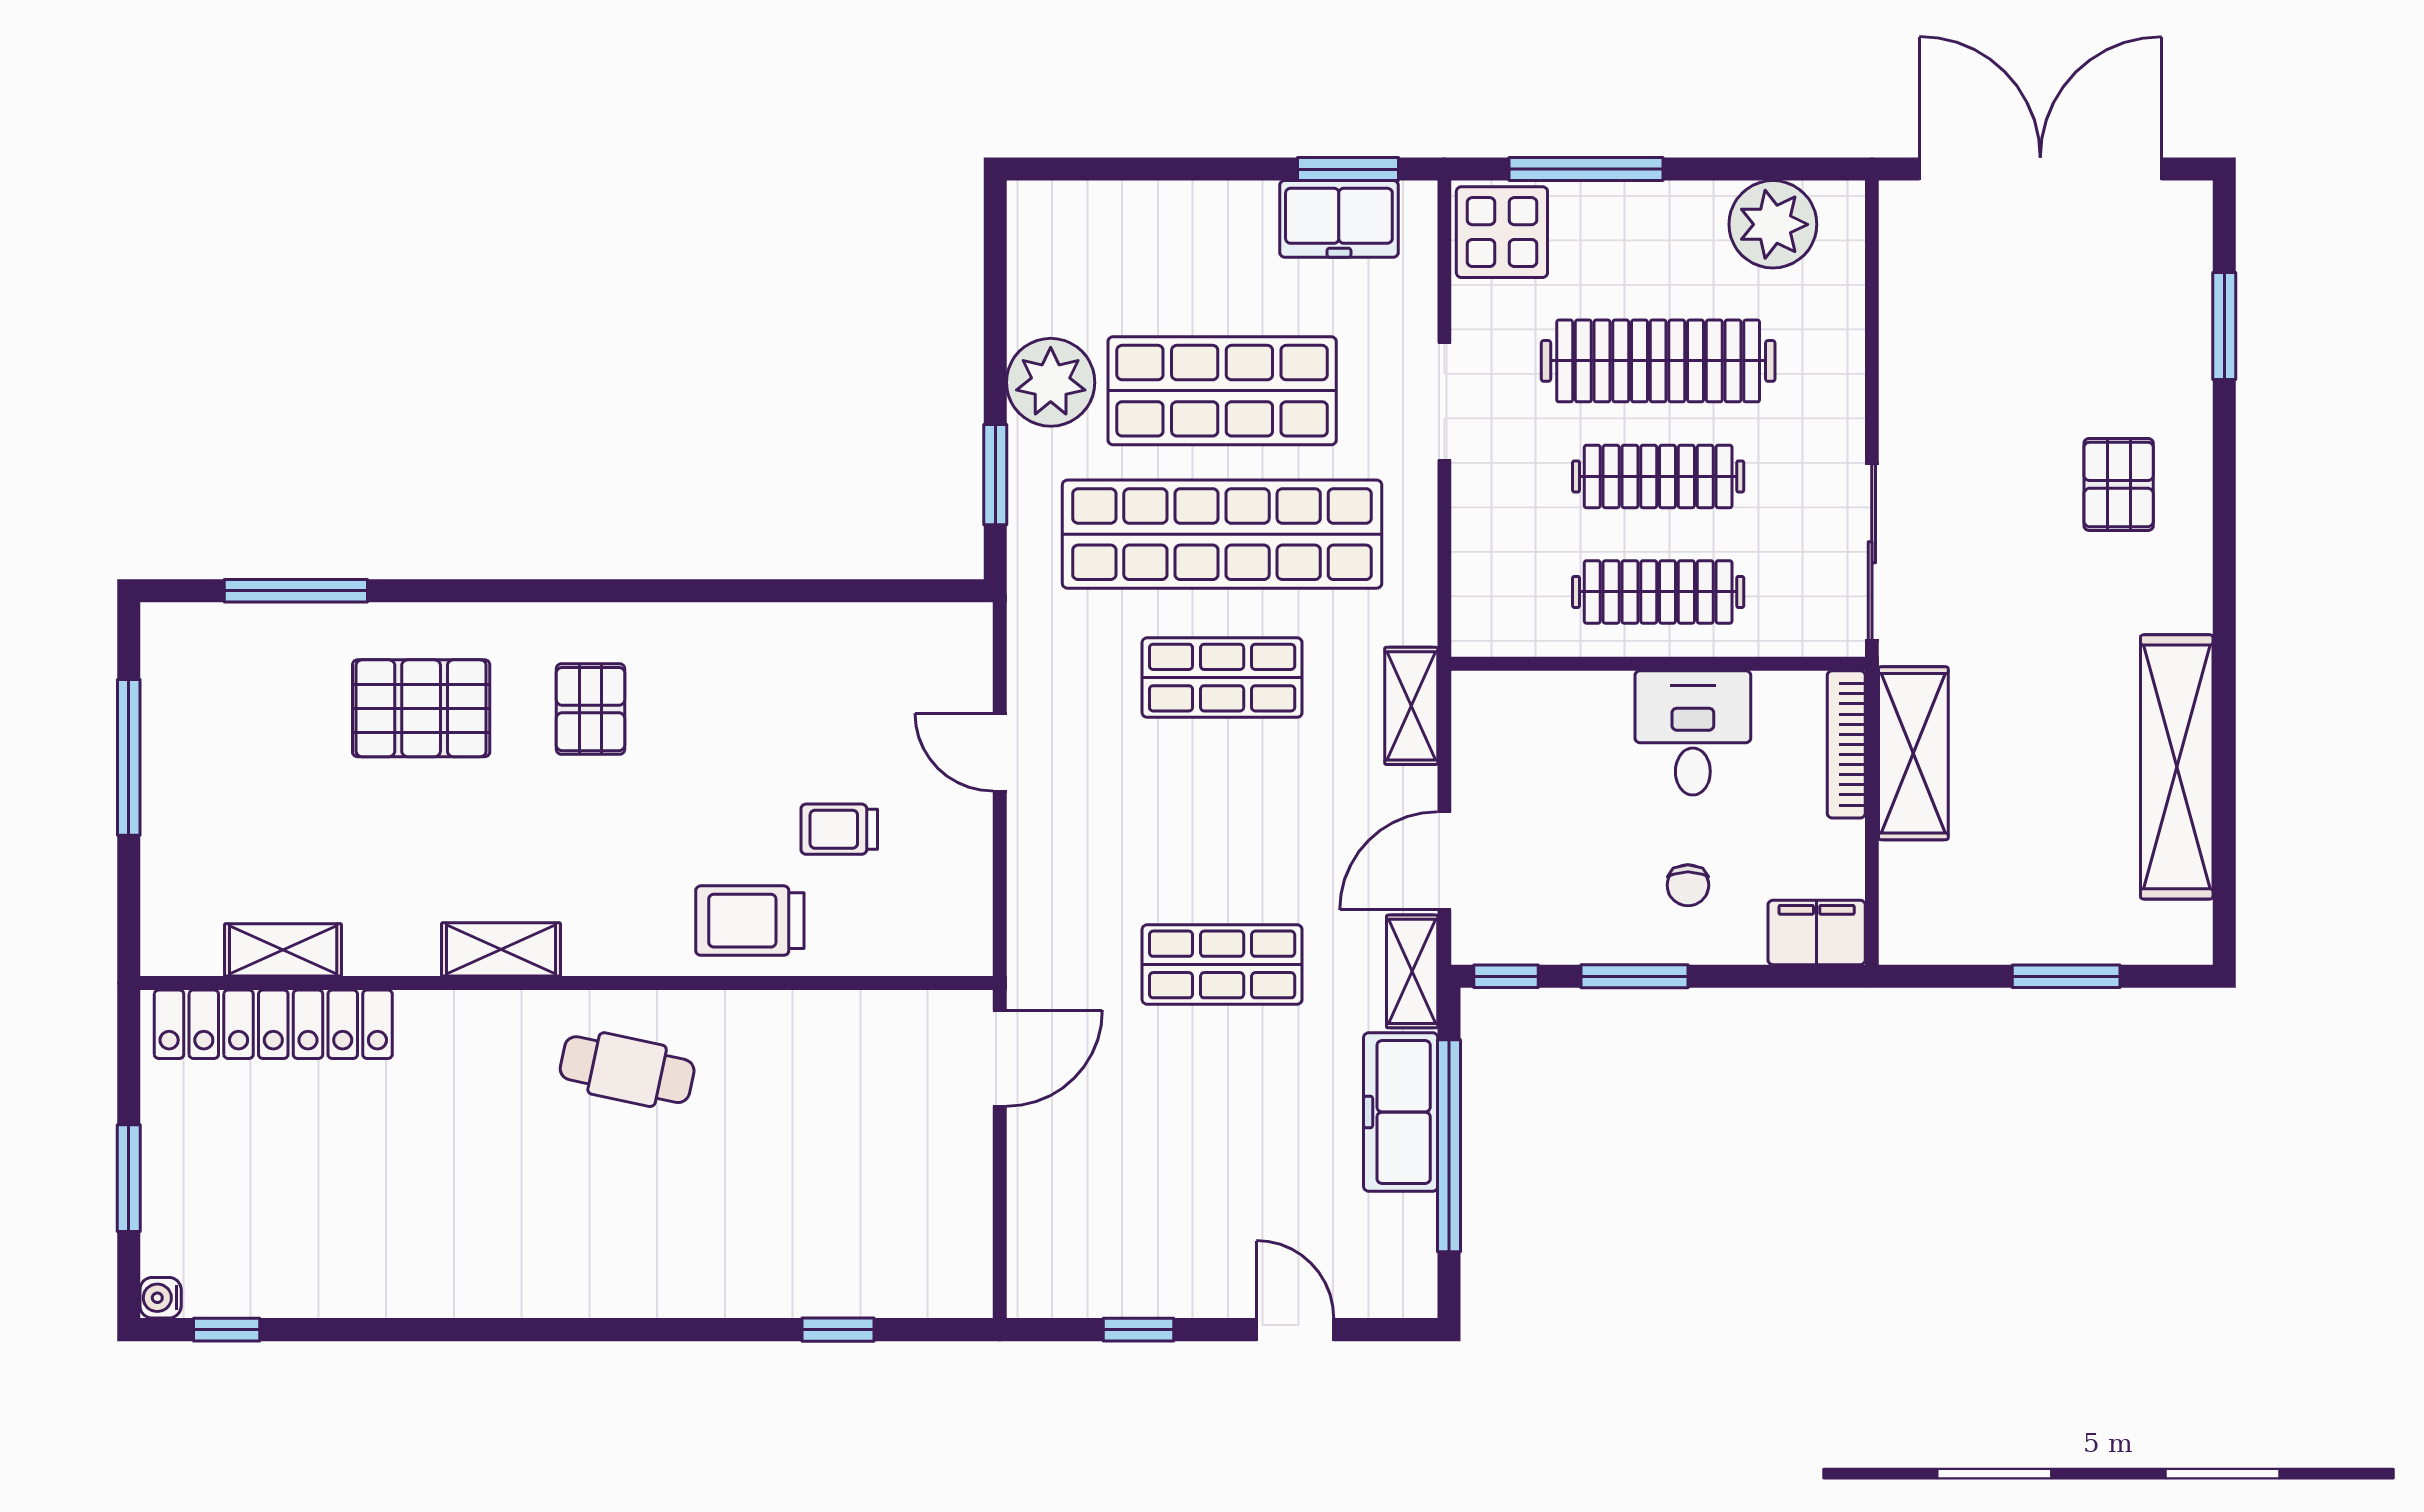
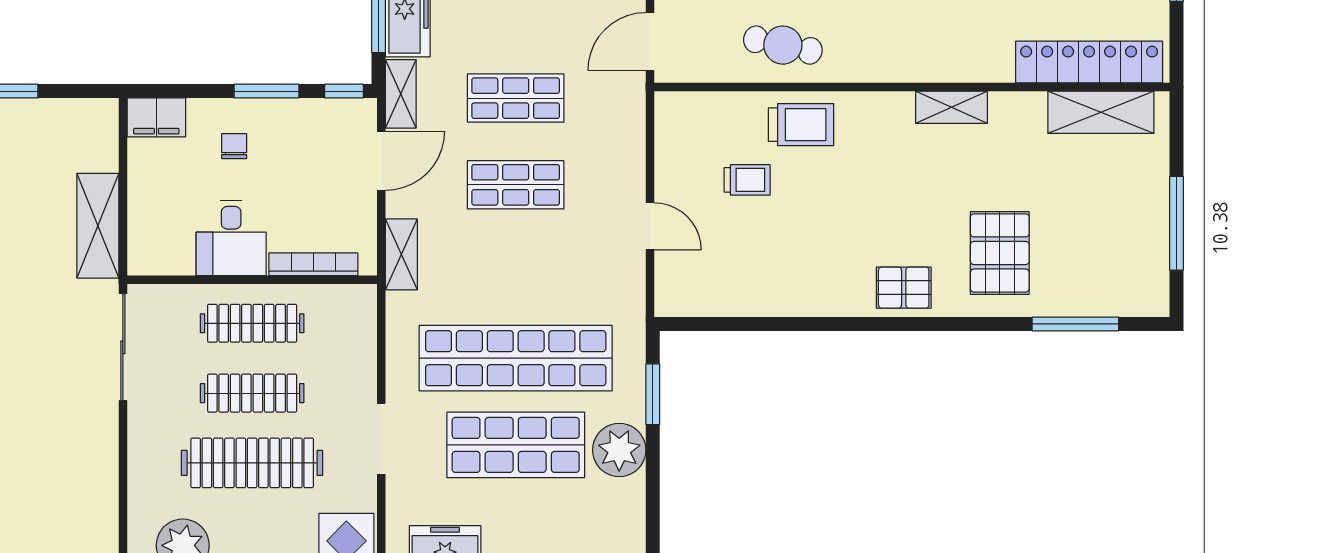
shop shelf: (1222, 678) -> (516, 185), moved
pallet: (421, 708) -> (1000, 253), turned 90
pallet: (590, 709) -> (904, 288), moved, turned 90
bookcase: (1846, 744) -> (313, 264), moved, turned -90
shelving: (283, 950) -> (1101, 112), width x1.50, depth x1.33
cafe table: (627, 1070) -> (783, 45), moved

